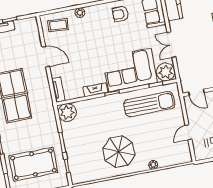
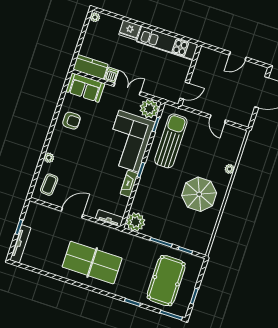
armchair: (120, 14) -> (72, 121), turned -90
dishwasher: (176, 26) -> (111, 75), added
double door: (171, 45) -> (127, 89), swing flipped

